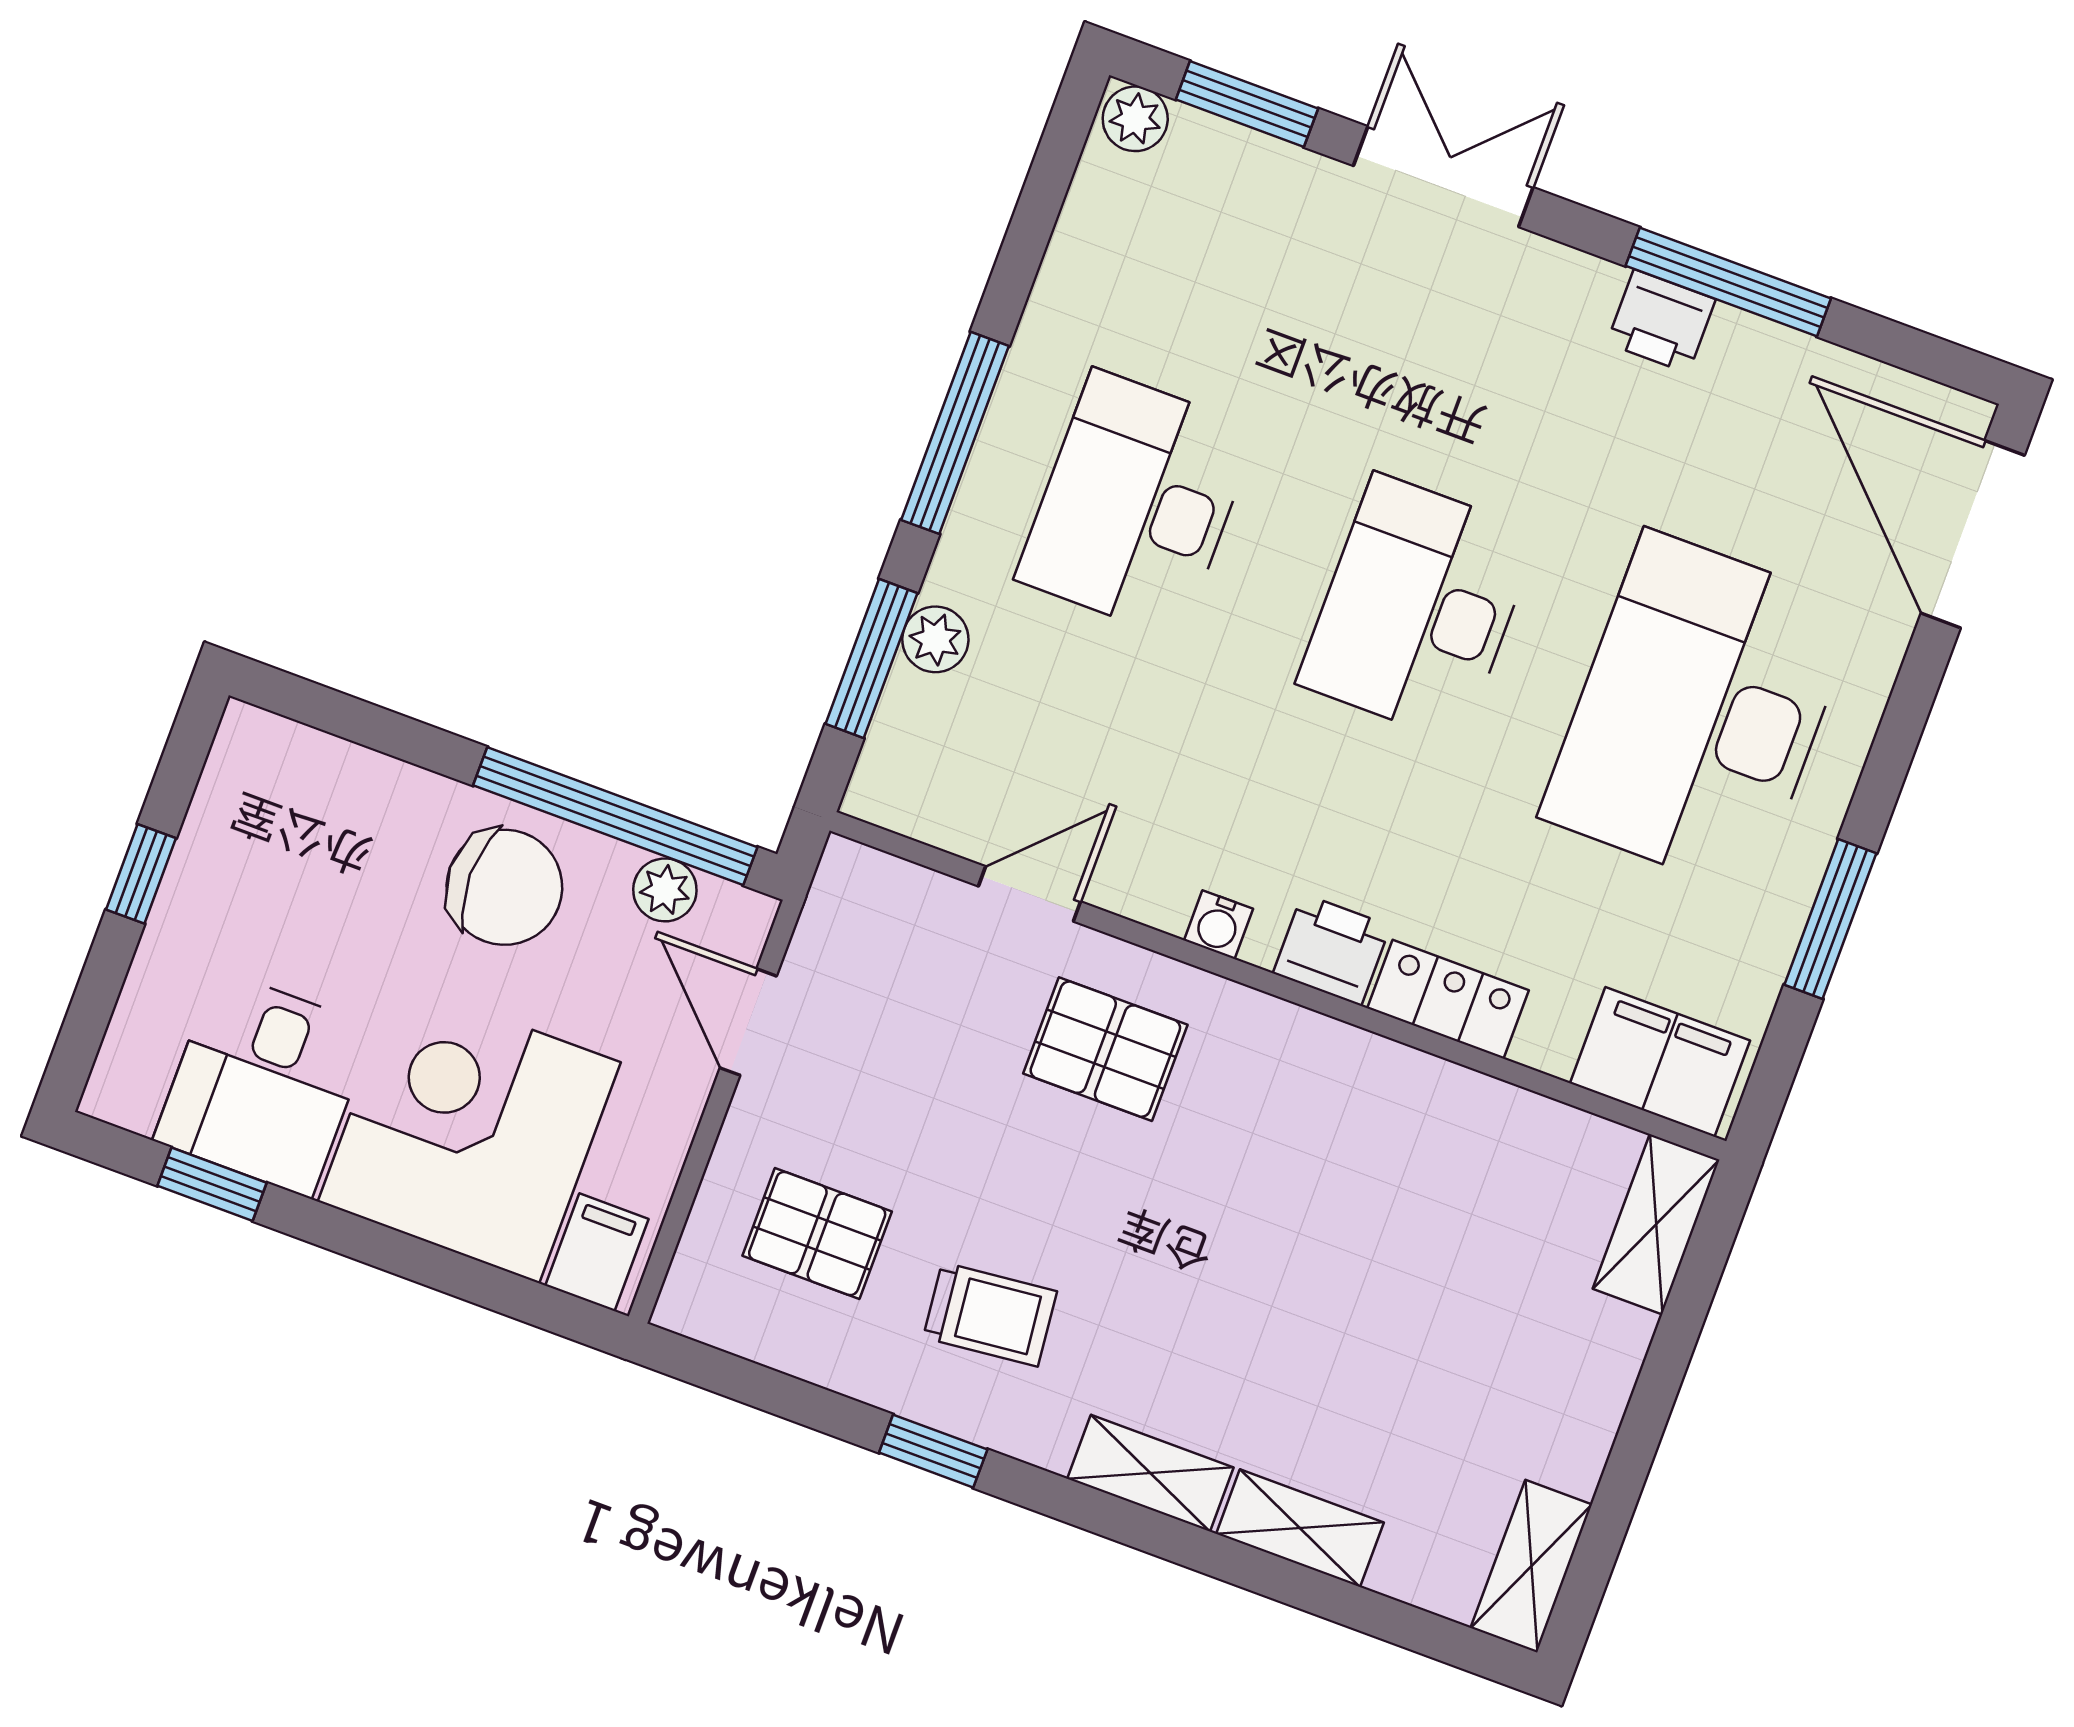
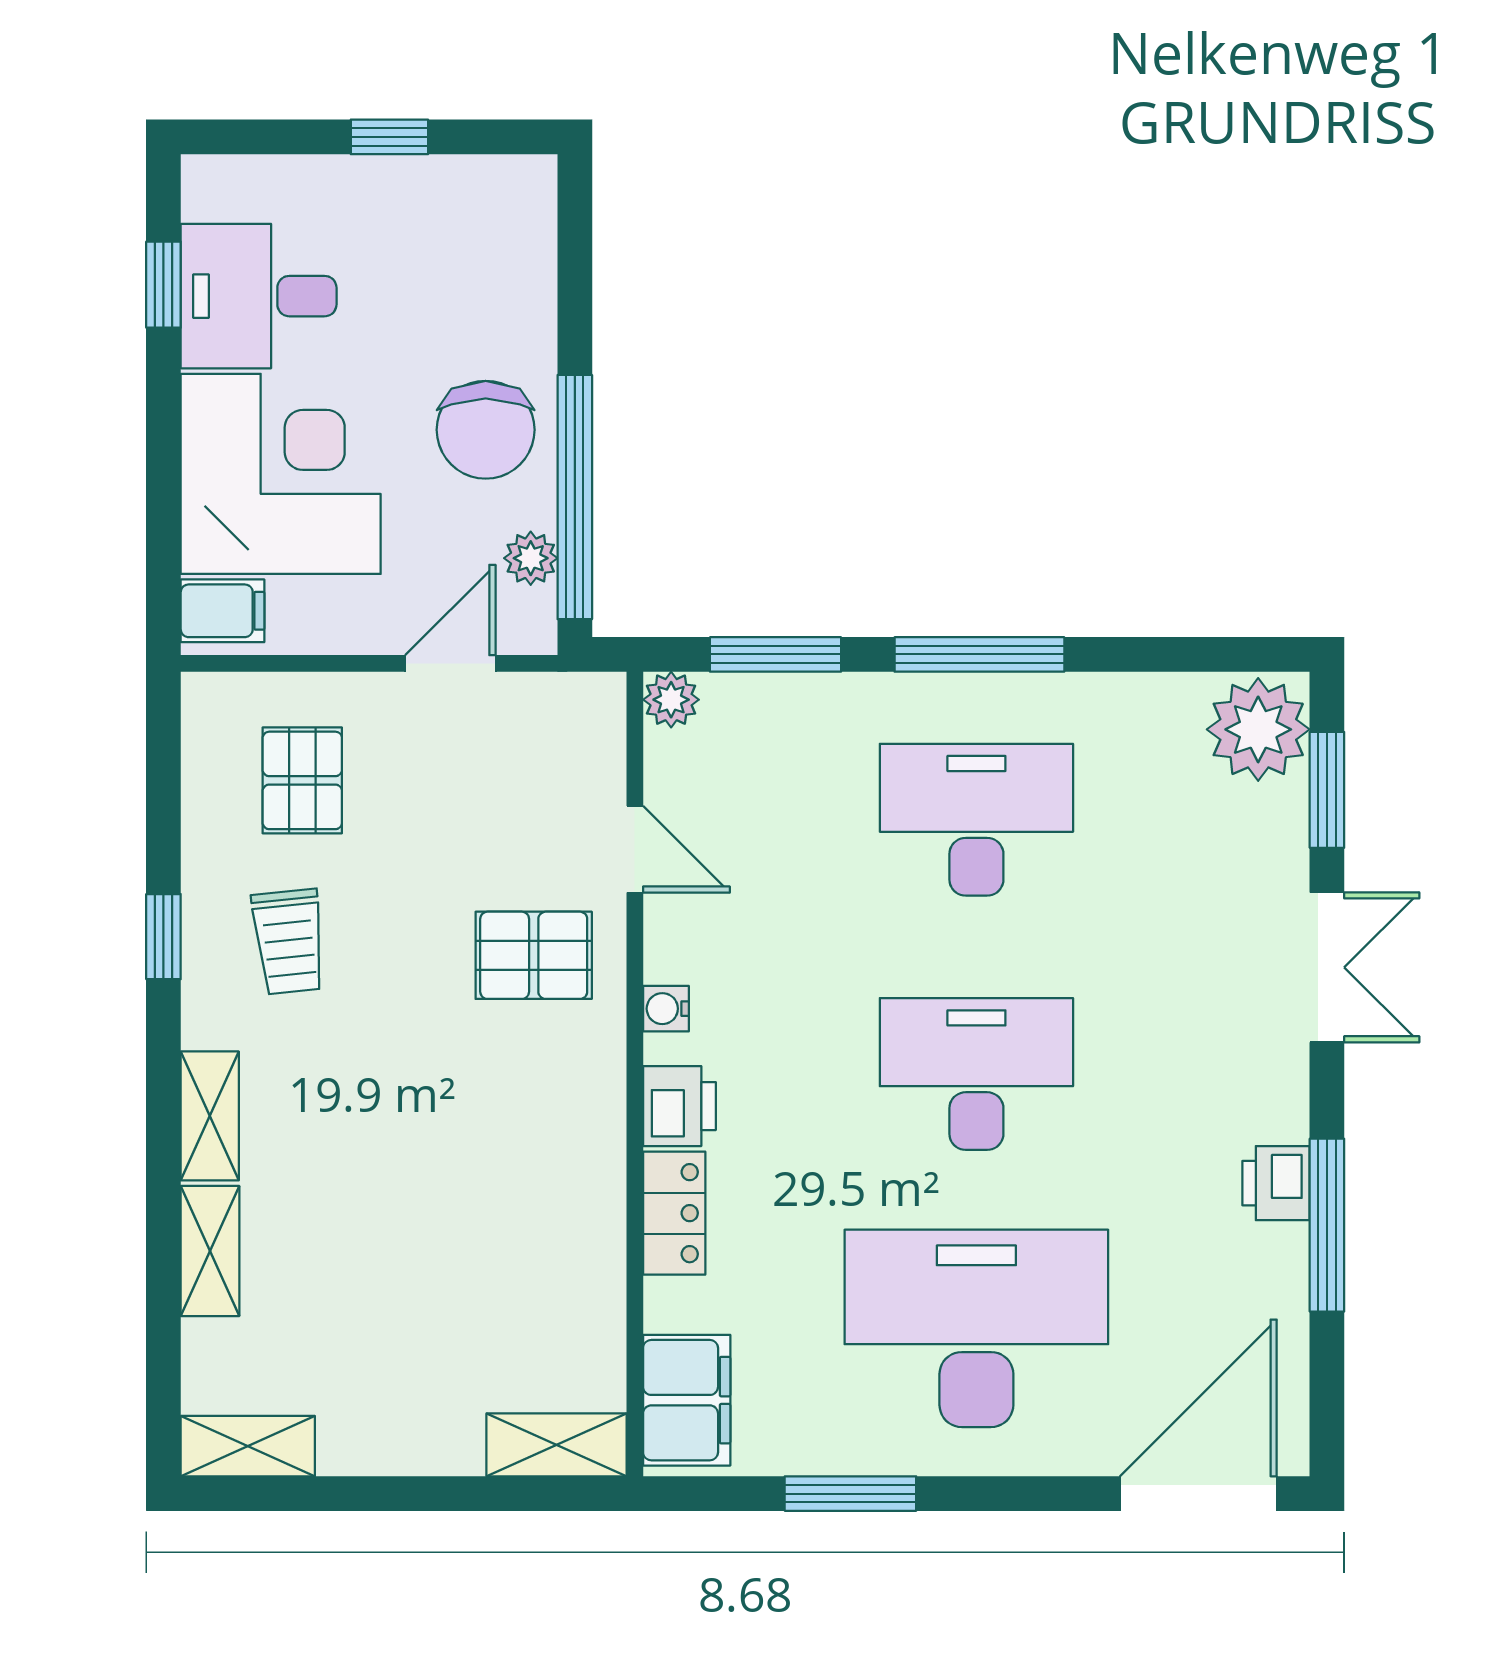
plant: (1135, 119) -> (1258, 729), width x1.87, depth x1.87
plant: (935, 639) -> (671, 700), moved
pallet: (1105, 1049) -> (534, 955), turned 90

